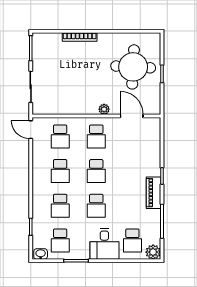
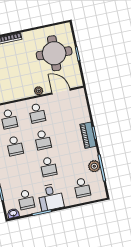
piano: (153, 193) -> (88, 135), moved
school desk: (60, 206) -> (20, 173), removed
desk: (104, 244) -> (51, 197), moved
plant: (153, 252) -> (94, 166), moved

